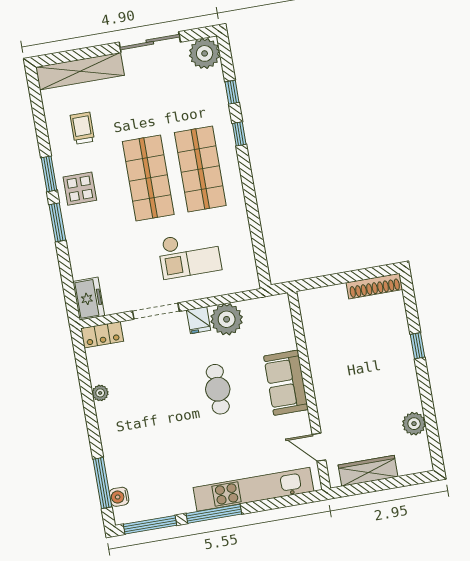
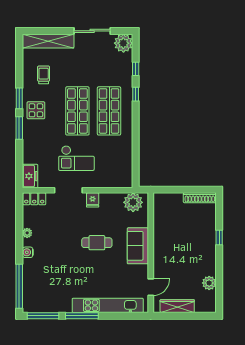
checkout: (189, 254) -> (76, 158), moved
plant: (227, 319) -> (133, 202), moved
cafe table: (218, 389) -> (97, 243), turned 90
door: (319, 447) -> (151, 287), swing flipped
window: (102, 483) -> (19, 286), width x1.46
water cooler: (119, 497) -> (28, 252), moved

